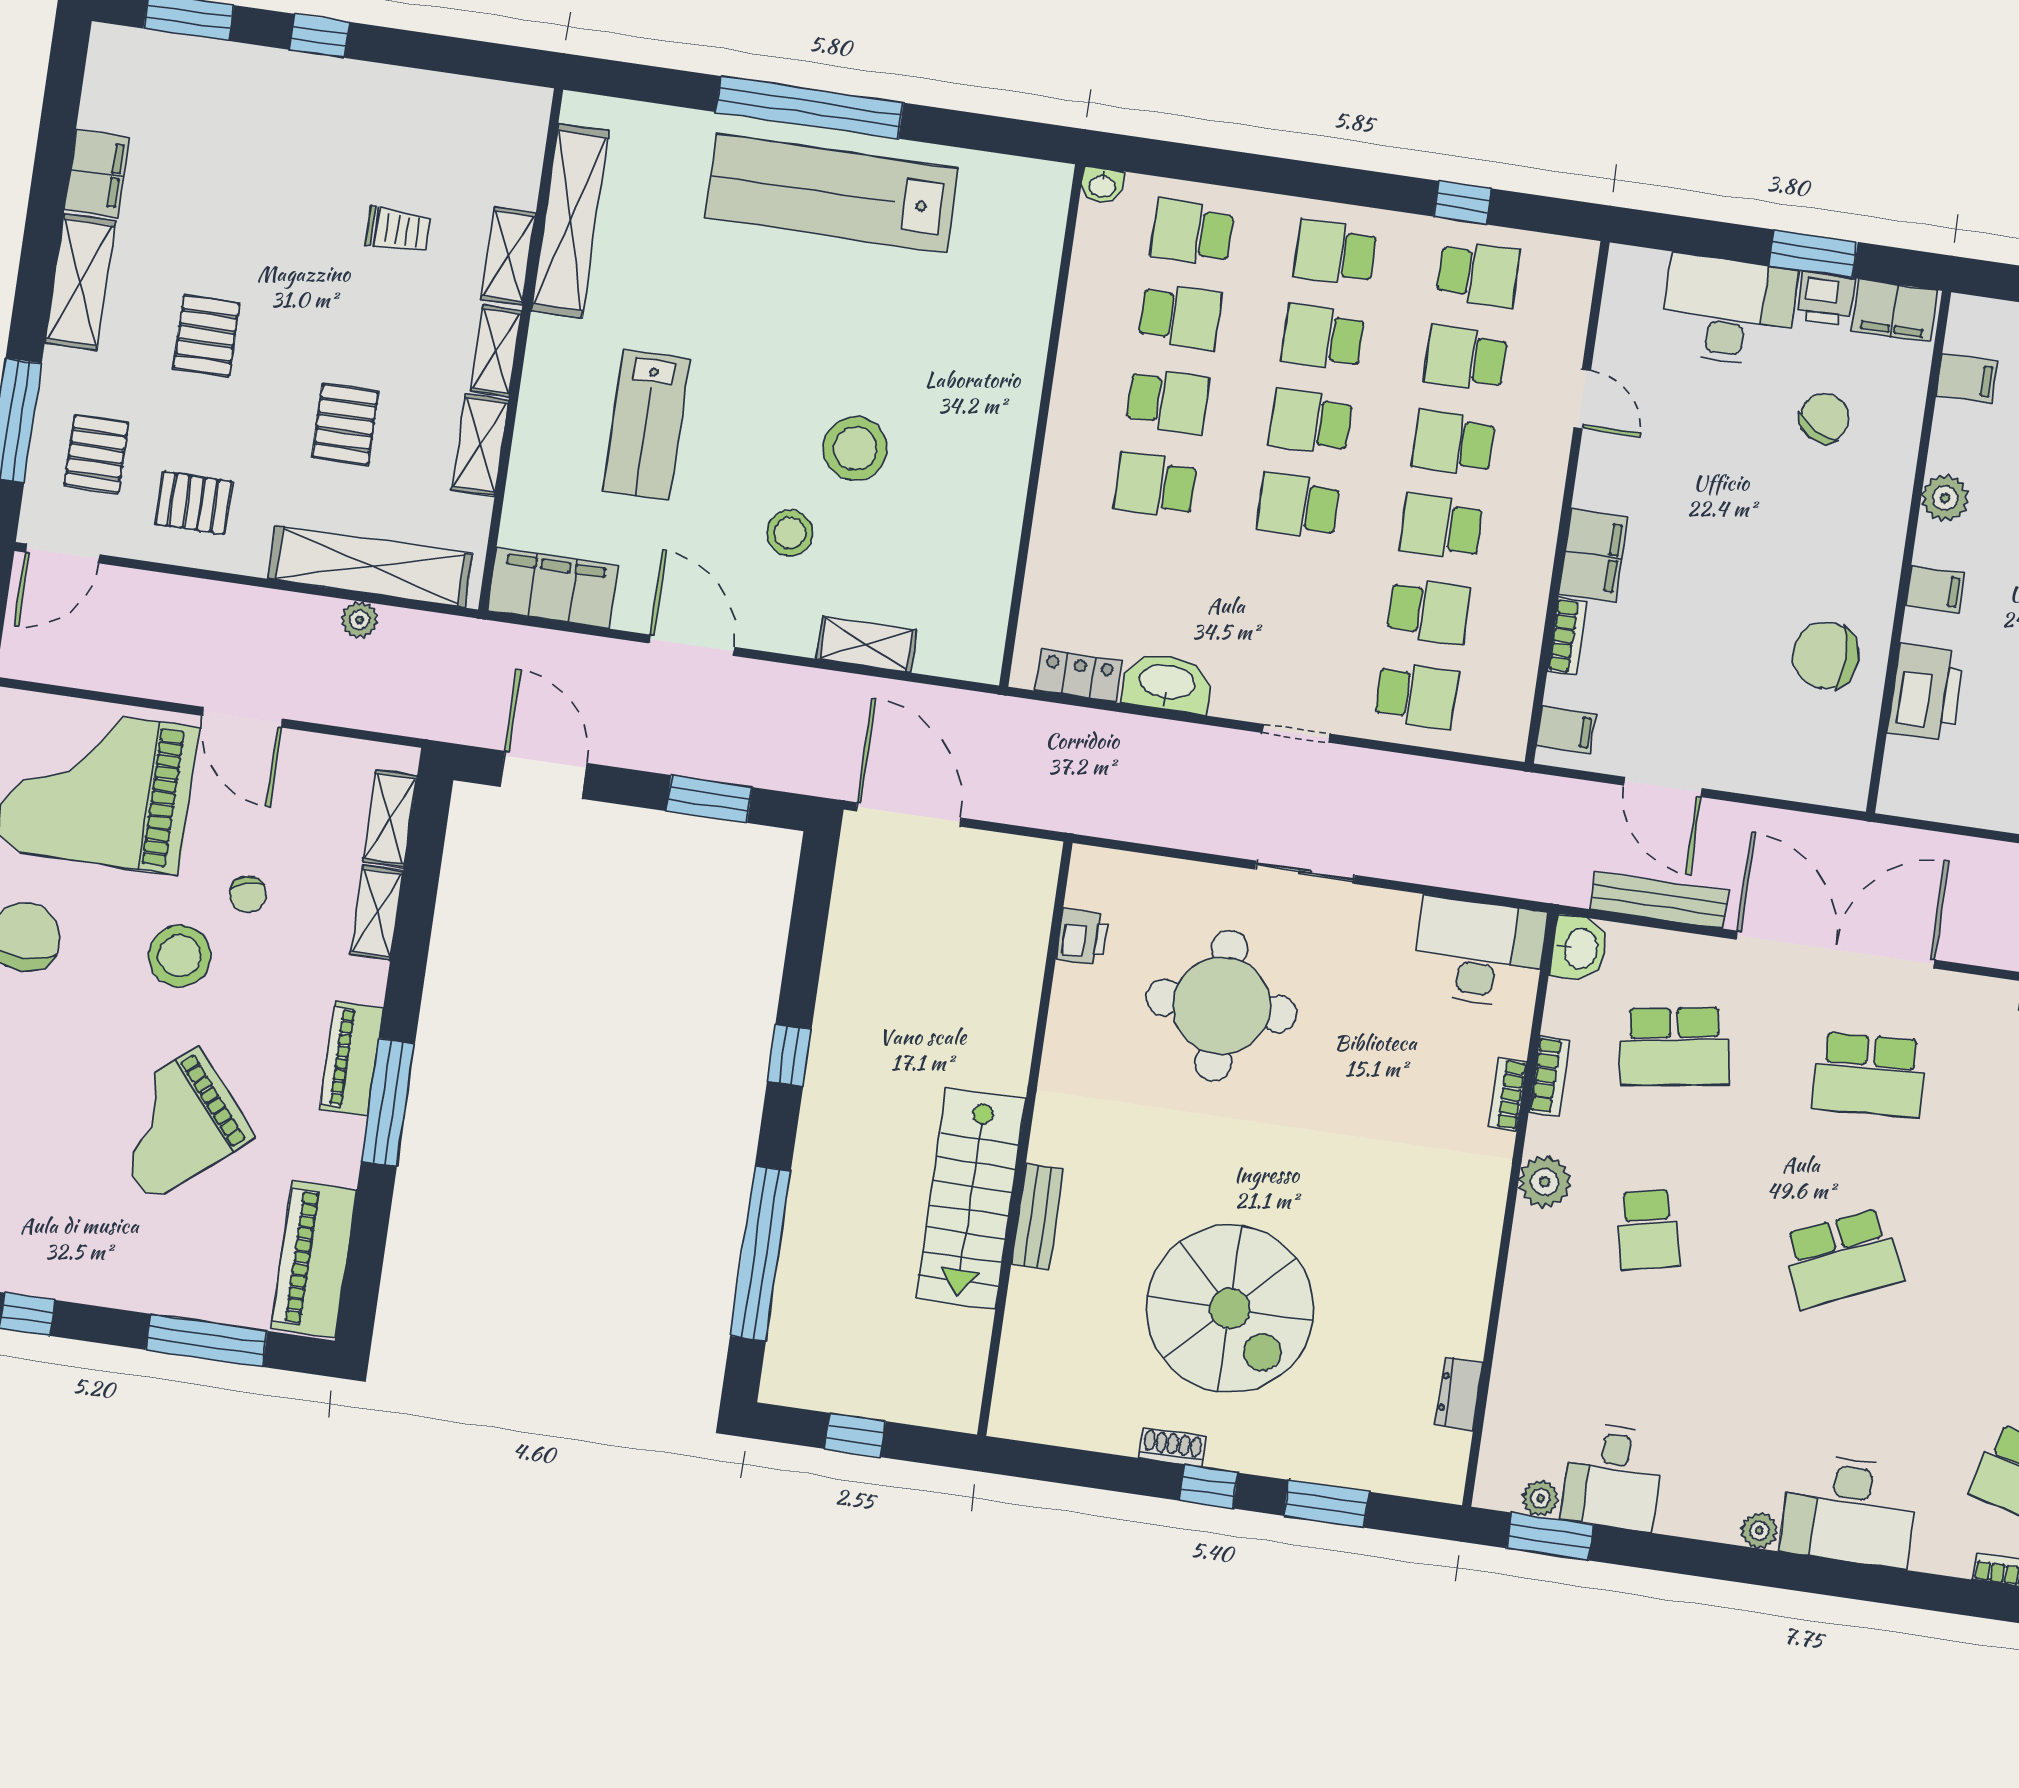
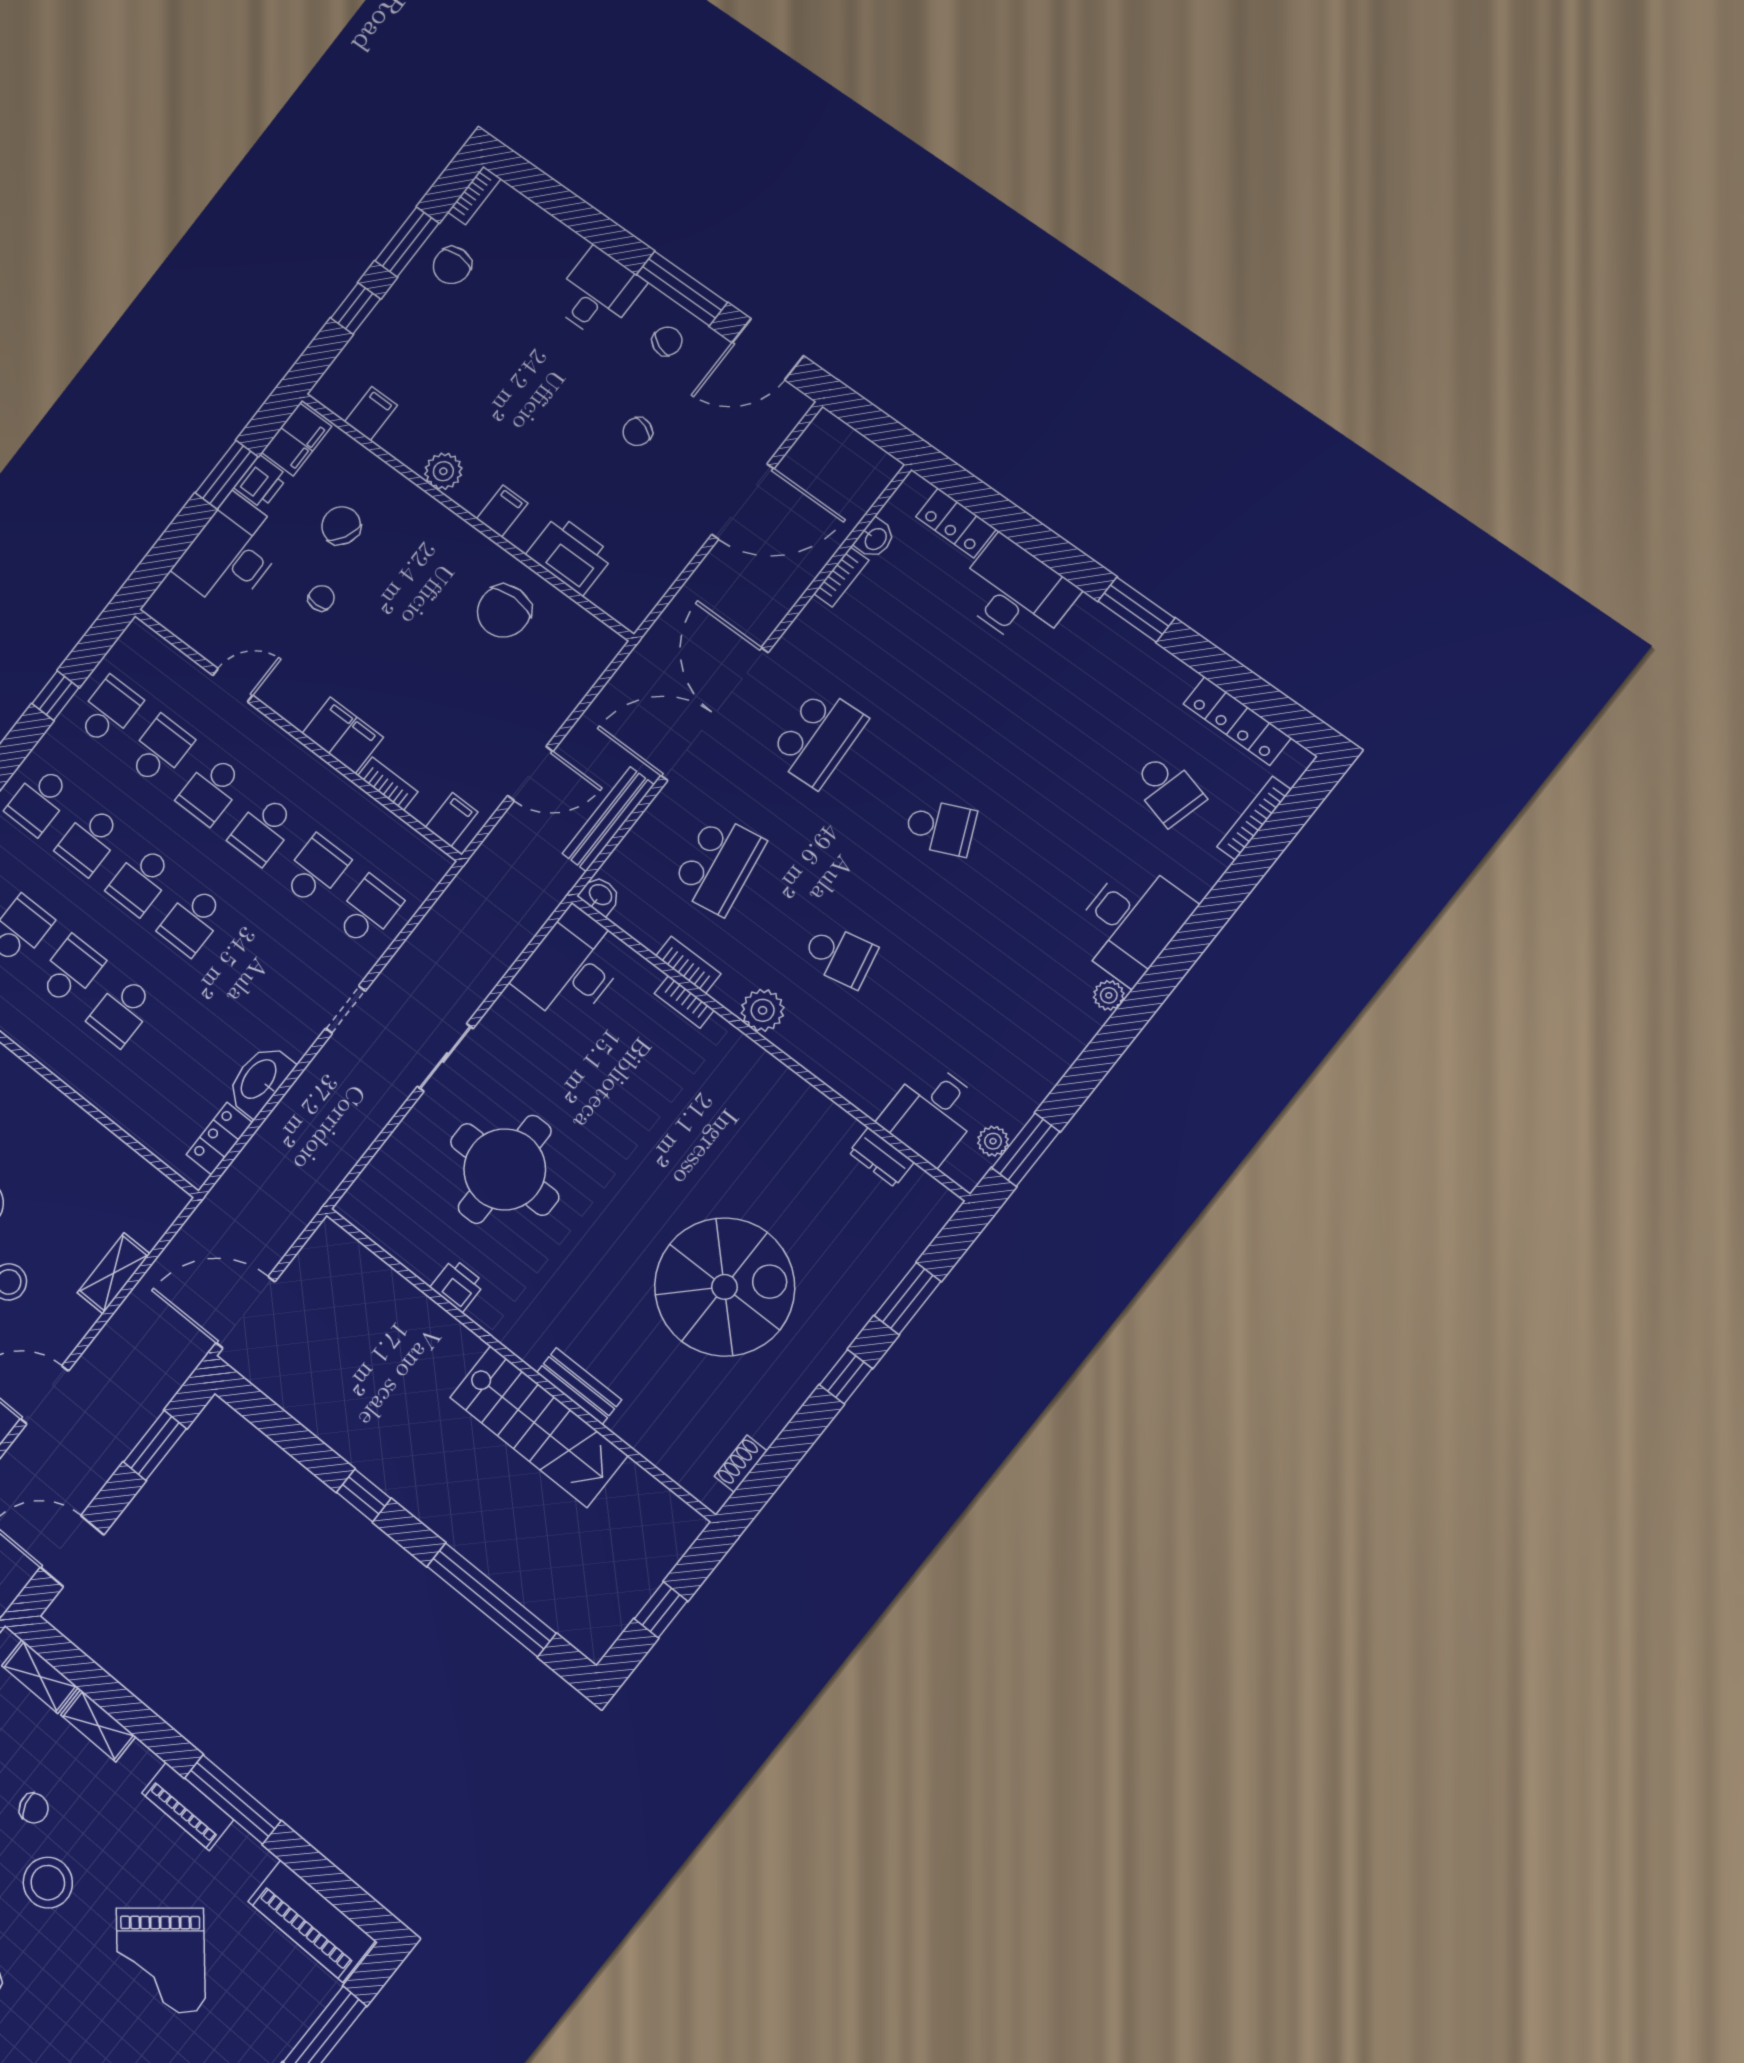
school desk: (1466, 358) -> (160, 750), turned 180
chair: (1732, 443) -> (321, 598), added
printer: (1082, 937) -> (458, 1285), moved
washbasin: (1579, 948) -> (600, 895), width x0.72, depth x0.69
school desk: (1842, 1258) -> (940, 827), width x0.54
shoe rack: (1172, 1447) -> (741, 1464), moved
desk: (1613, 1477) -> (932, 1113), moved, turned 90

